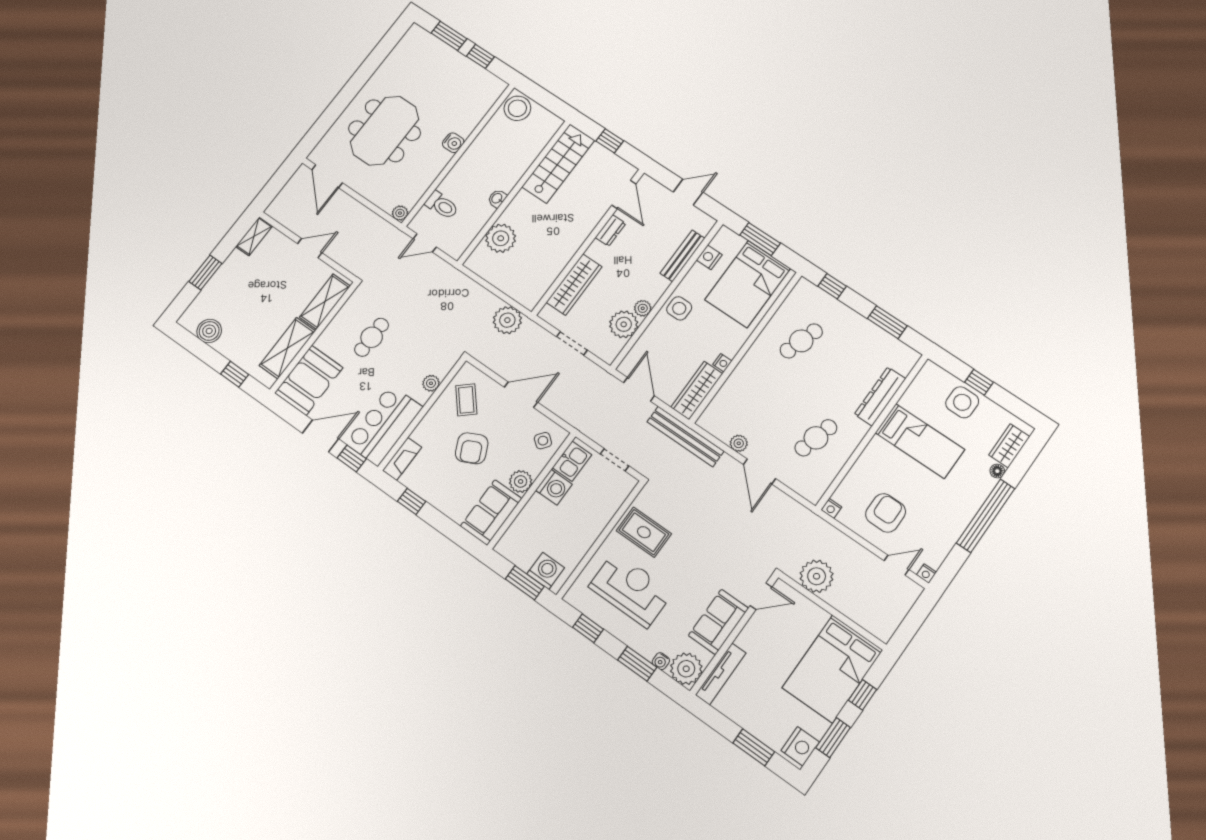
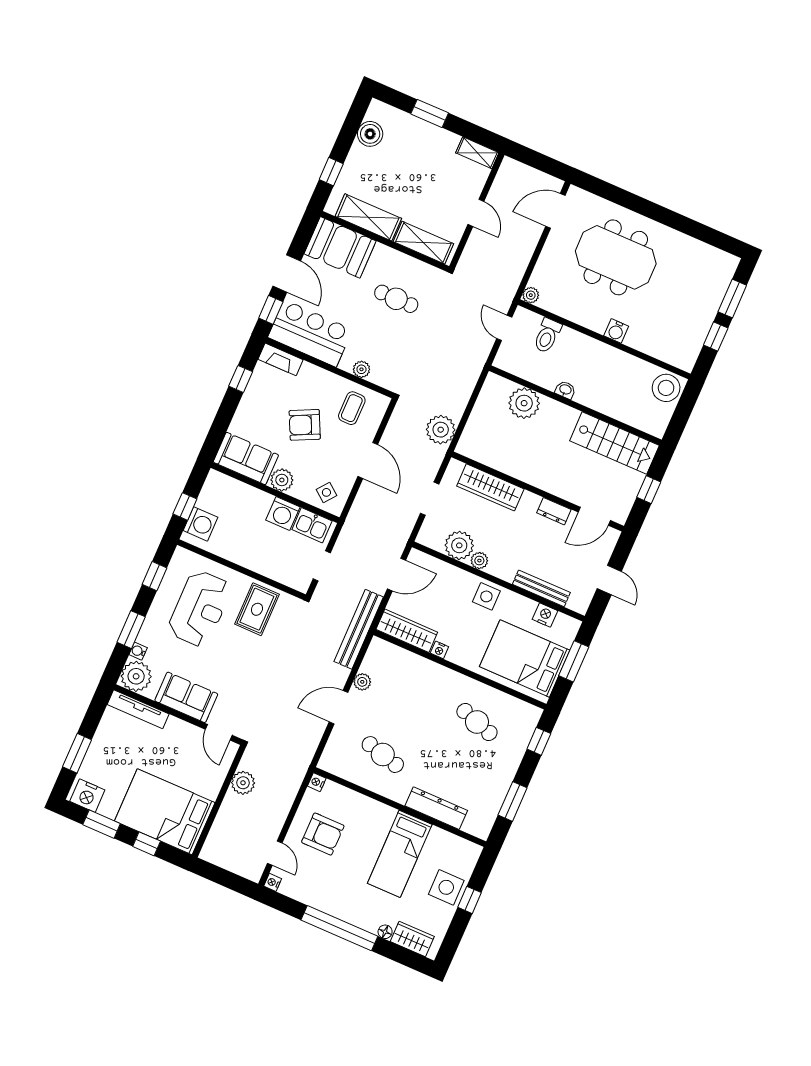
coffee table: (466, 400) -> (352, 408), turned -49
plant: (817, 576) -> (243, 783), width x0.73, depth x0.73
window: (525, 583) -> (185, 506), width x0.67

